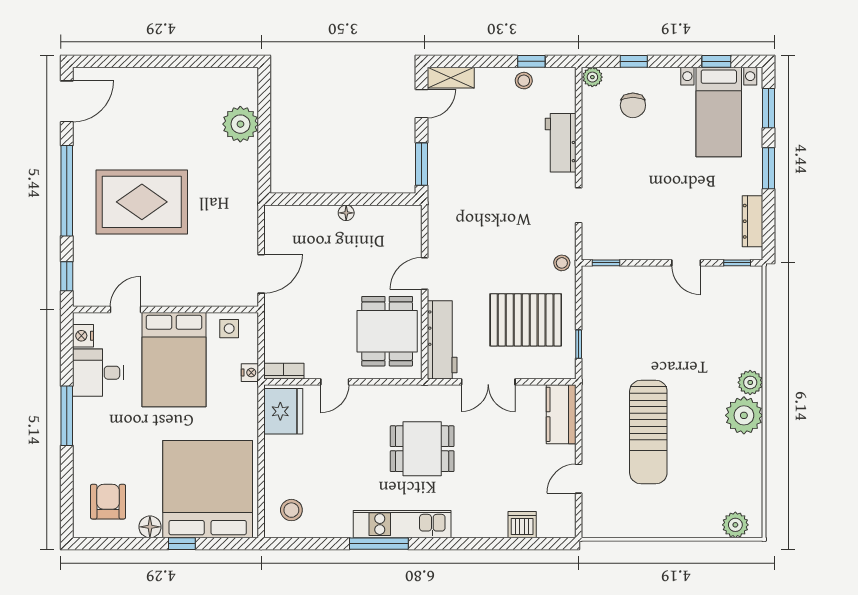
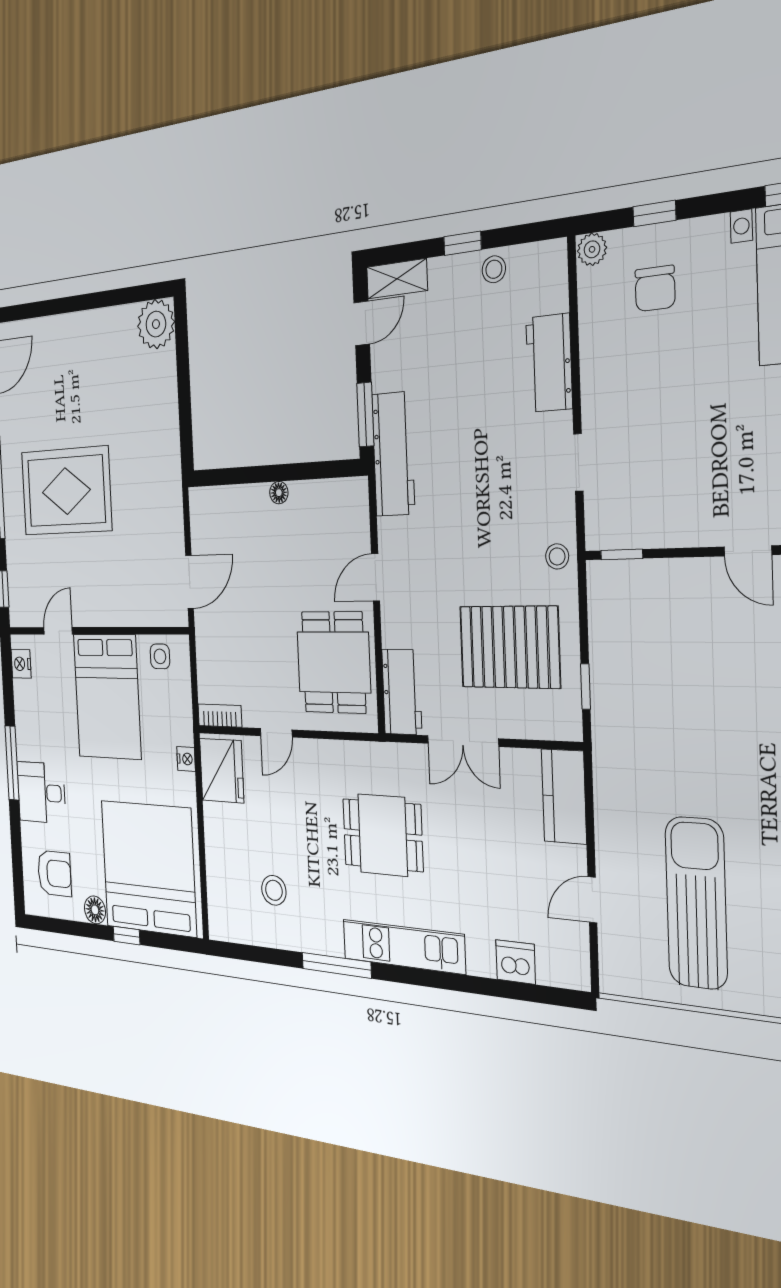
window: (531, 61) -> (462, 243), moved
plant: (240, 124) -> (156, 324), moved
workbench: (443, 192) -> (393, 454), added
workbench: (442, 340) -> (402, 692), width x0.73
desk: (98, 373) -> (41, 793), moved
nightstand: (250, 373) -> (186, 759), moved
sun lounger: (648, 432) -> (696, 903), moved, turned 180
armchair: (108, 502) -> (54, 873), turned 90
stool: (291, 510) -> (274, 890), moved
kitchen unit: (402, 524) -> (403, 946), moved

